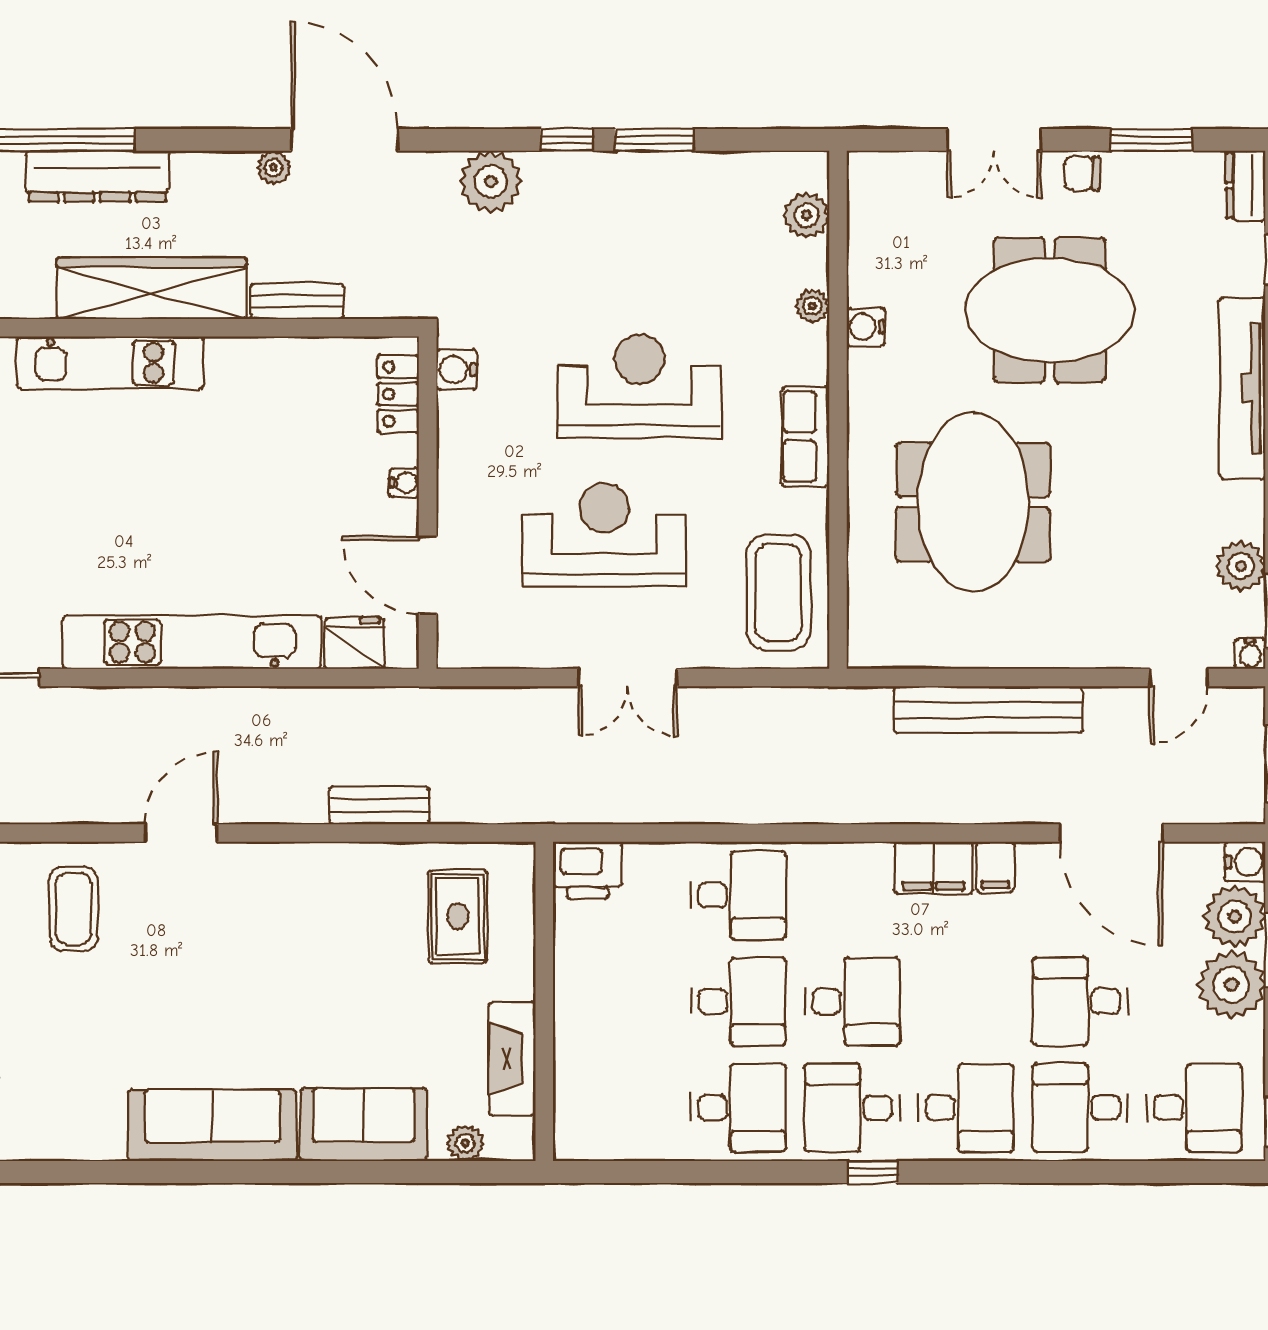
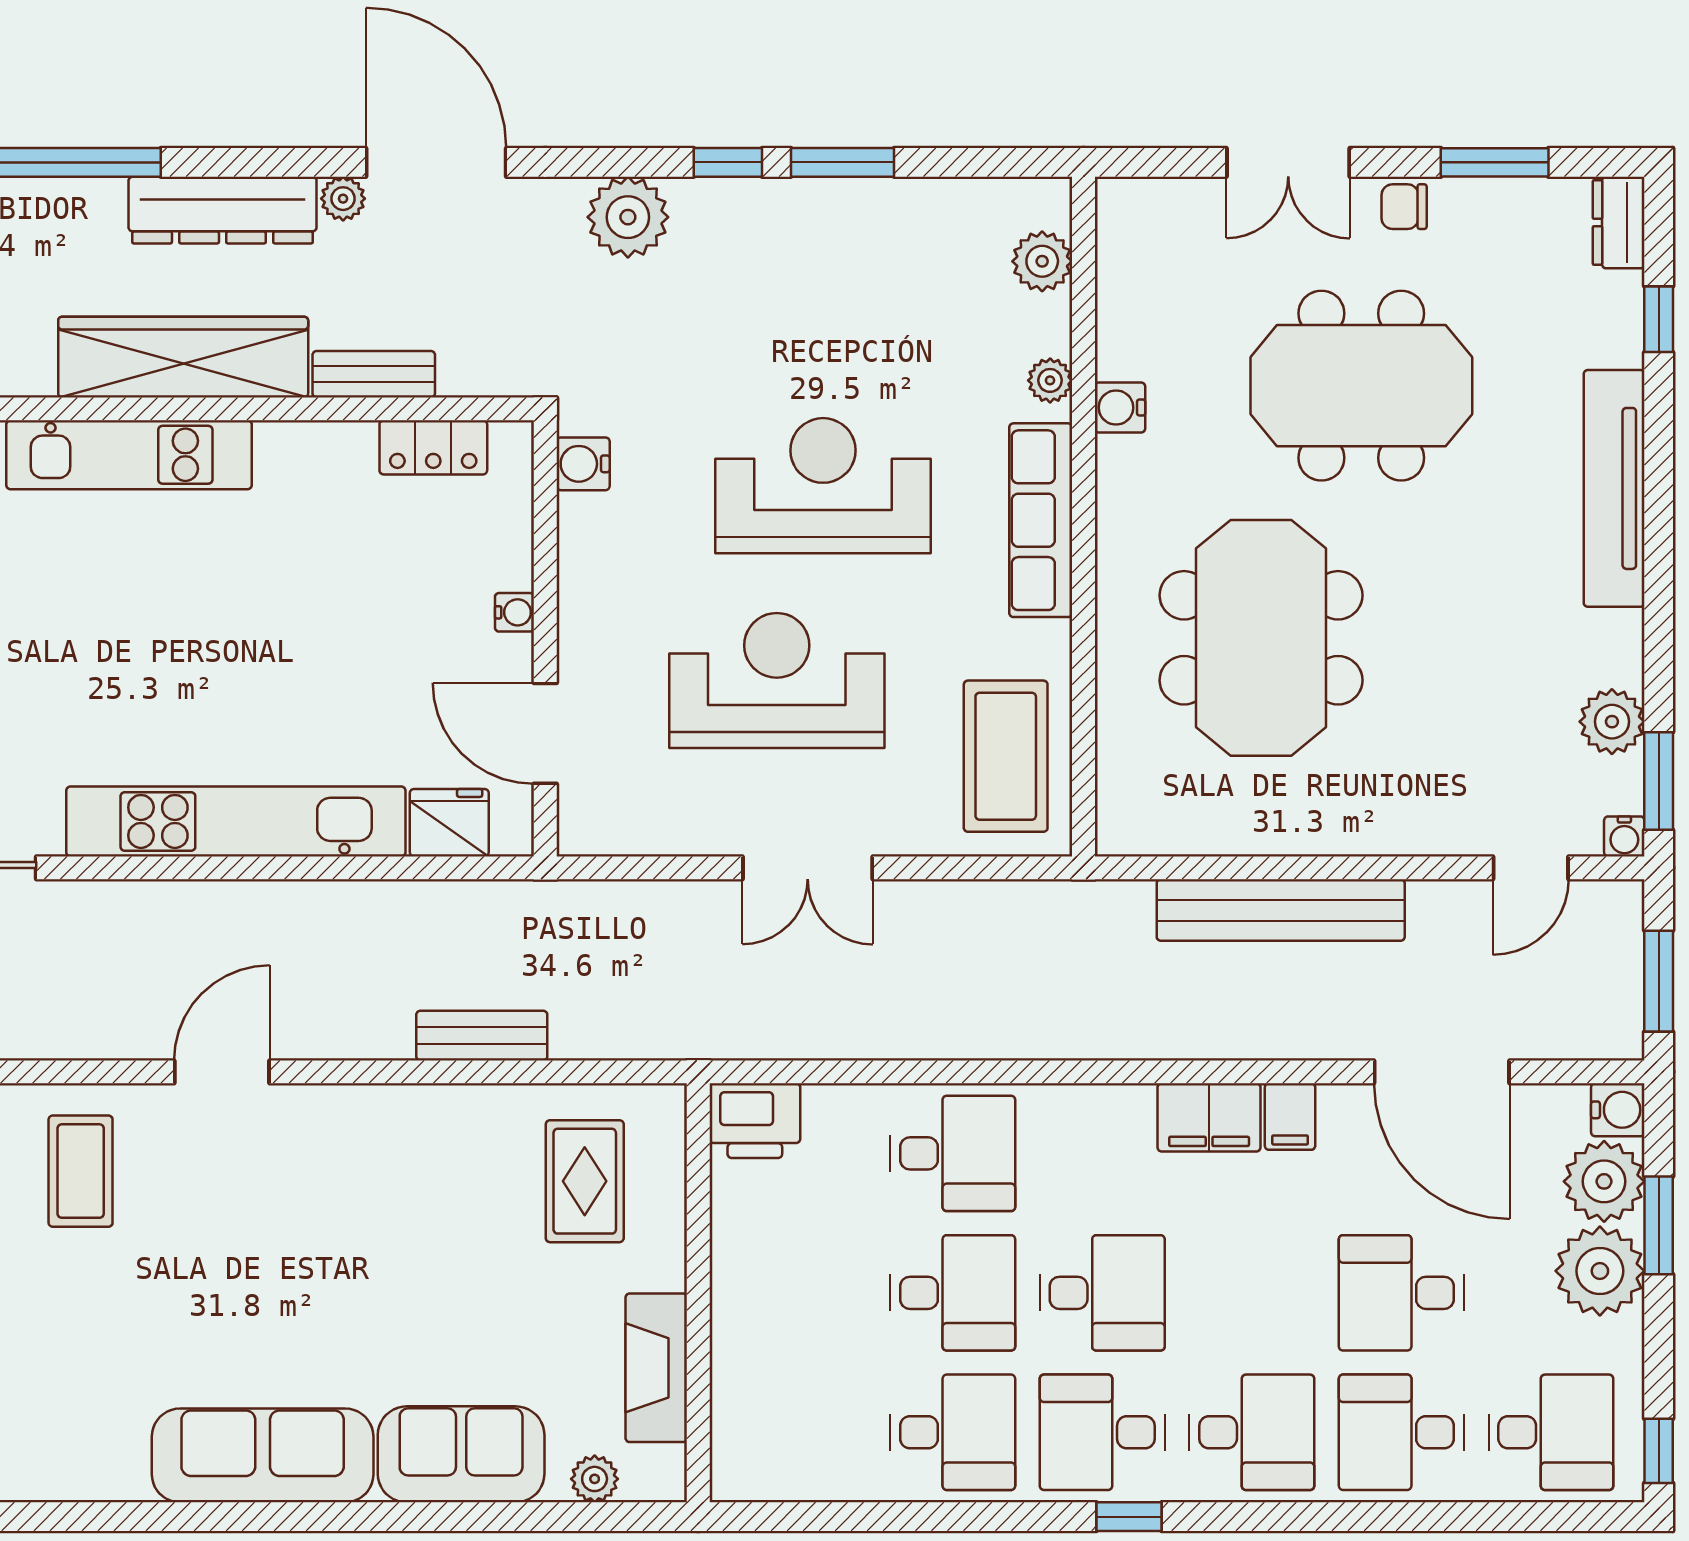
dresser: (97, 176) -> (223, 210), moved
locker: (398, 394) -> (433, 447), moved, turned -90
row of seats: (805, 436) -> (1041, 520), width x1.48

